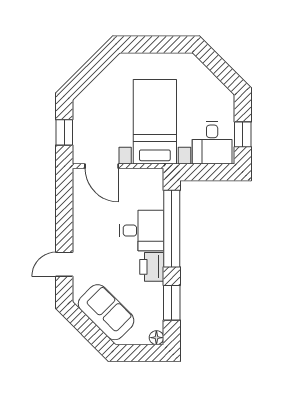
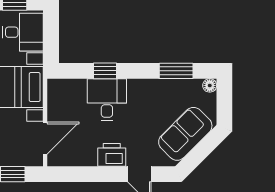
window: (172, 229) -> (105, 71), width x0.32
printer: (152, 267) -> (112, 155), moved, turned 180

